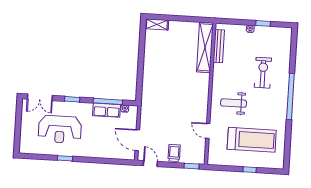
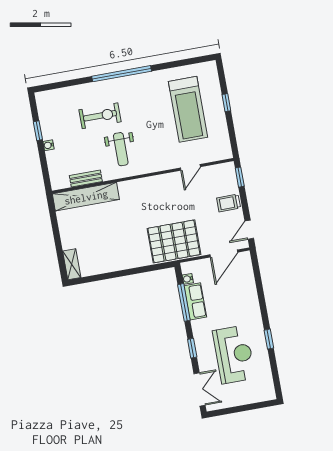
bench: (219, 46) -> (86, 178), width x0.73
exercise bike: (263, 73) -> (100, 116), turned 180
weight bench: (234, 103) -> (121, 149), moved
pallet: (155, 105) -> (174, 241), added
treadmill: (252, 140) -> (188, 109), turned 180

